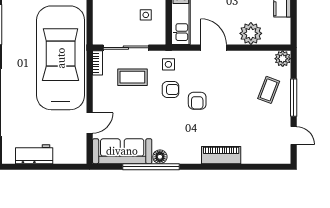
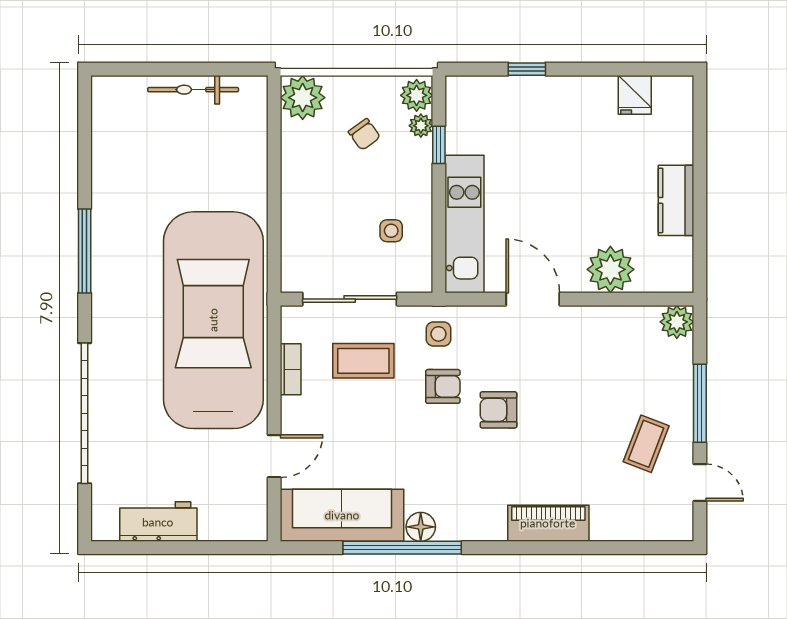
bookcase: (98, 63) -> (291, 369), moved
coffee table: (269, 90) -> (646, 444), moved
armchair: (197, 101) -> (499, 410), turned 90

